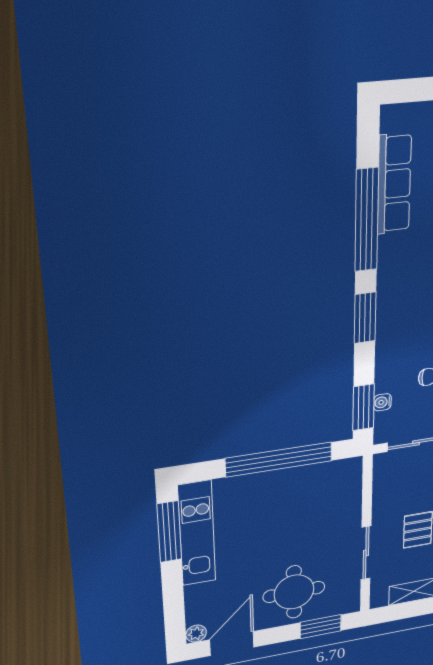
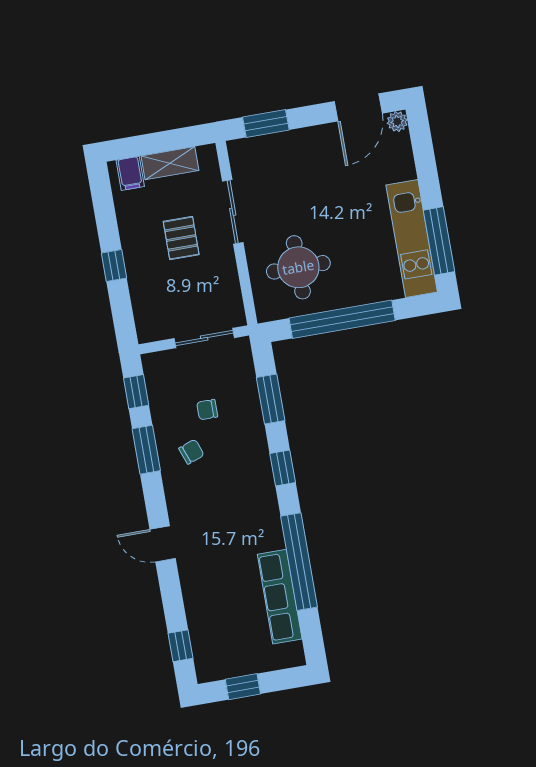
window: (365, 318) -> (283, 468), width x0.67
water cooler: (382, 402) -> (248, 382), removed
window: (364, 407) -> (271, 399), moved
round table: (294, 592) -> (298, 267), moved

